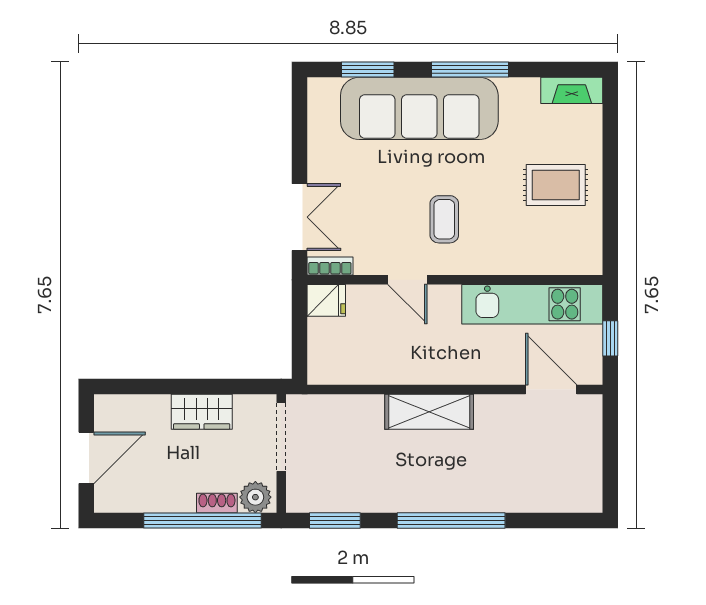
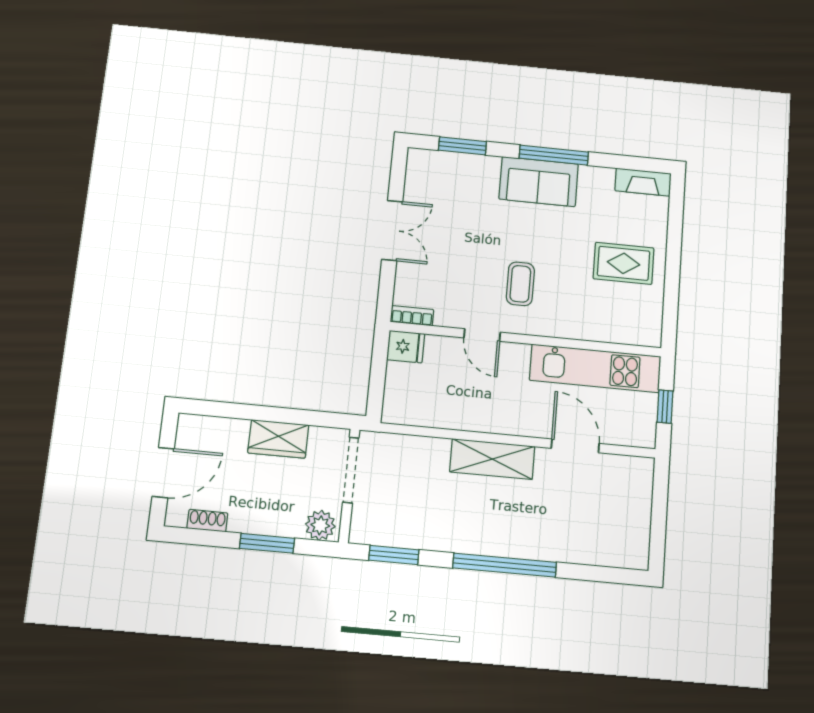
sofa: (419, 108) -> (539, 182), width x0.54, depth x0.79
double door: (300, 217) -> (392, 231), moved
door: (551, 389) -> (575, 446), moved
shoe rack: (217, 503) -> (207, 521), moved
window: (202, 521) -> (267, 543), width x0.47

